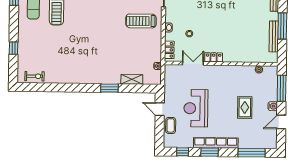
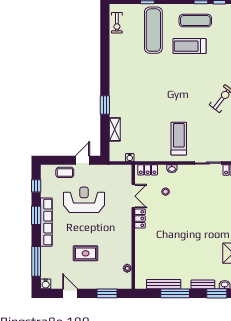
exercise mat: (42, 43) -> (153, 30), added
window: (282, 88) -> (107, 293), width x0.69
water cooler: (273, 106) -> (46, 284), moved

